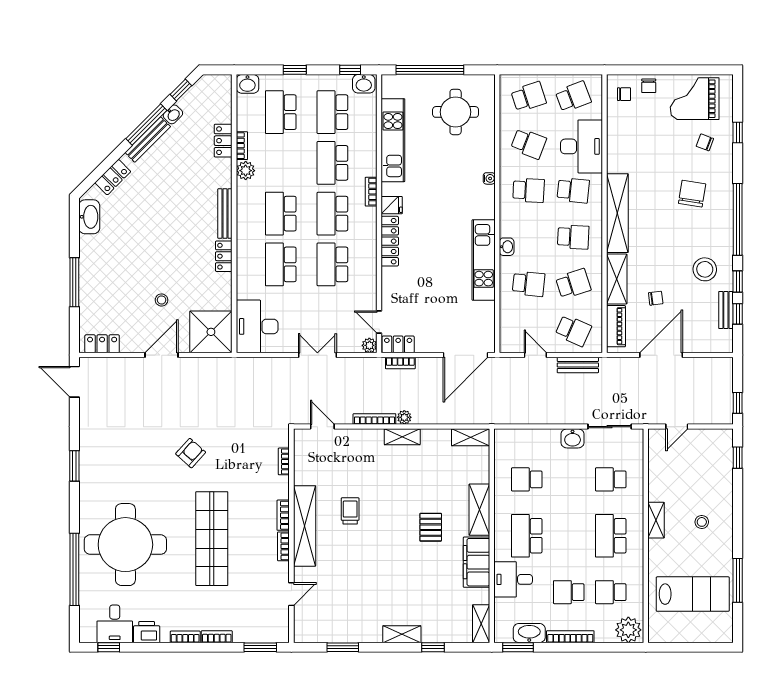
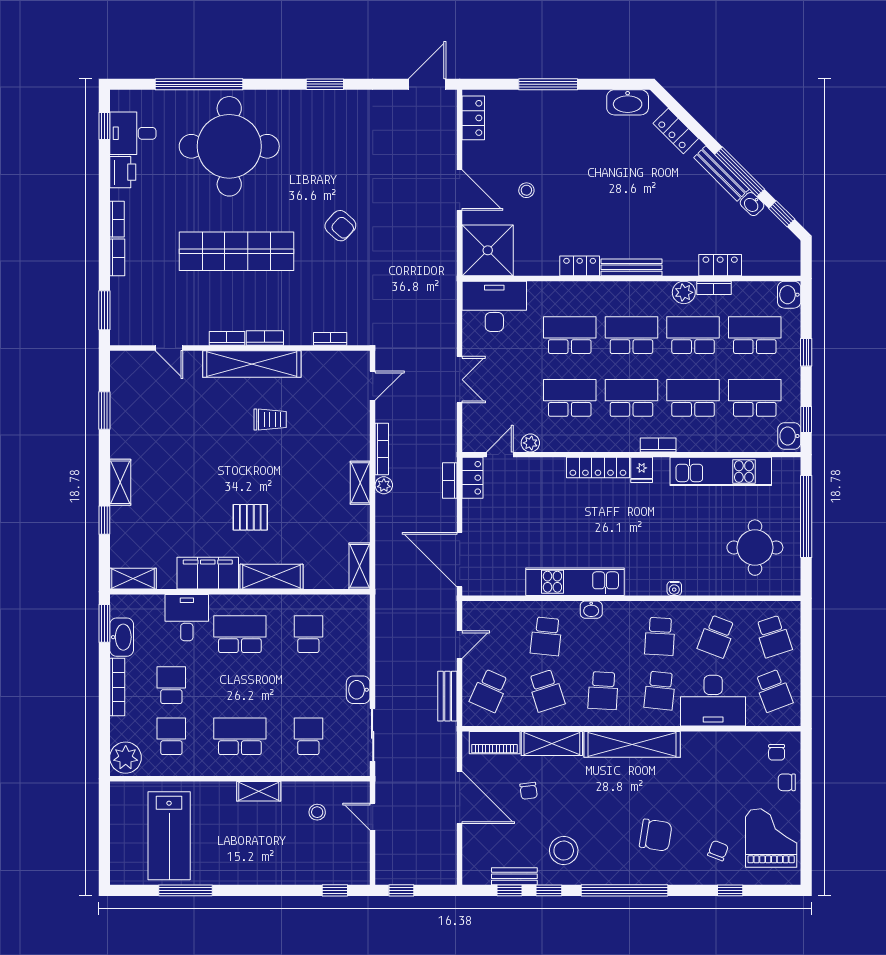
school desk: (281, 163) -> (693, 335), added
plant: (369, 345) -> (530, 443), moved
stool: (702, 522) -> (317, 812), moved

